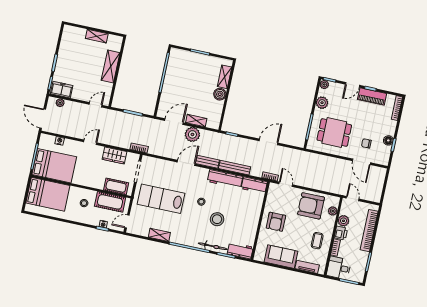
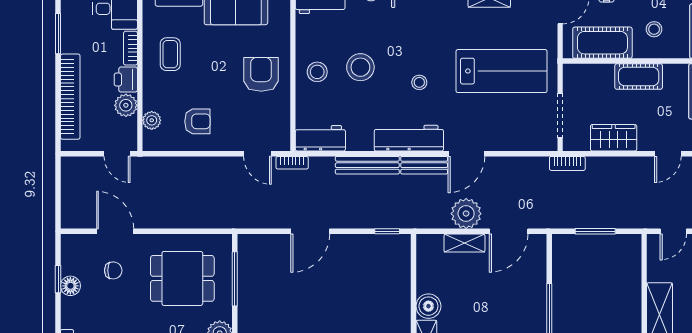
workbench: (225, 179) -> (409, 138), moved
cot: (116, 186) -> (639, 77), moved
armchair: (311, 206) -> (197, 121), width x0.53, depth x0.53
stool: (249, 217) -> (317, 72), added
stool: (217, 219) -> (360, 67), moved

